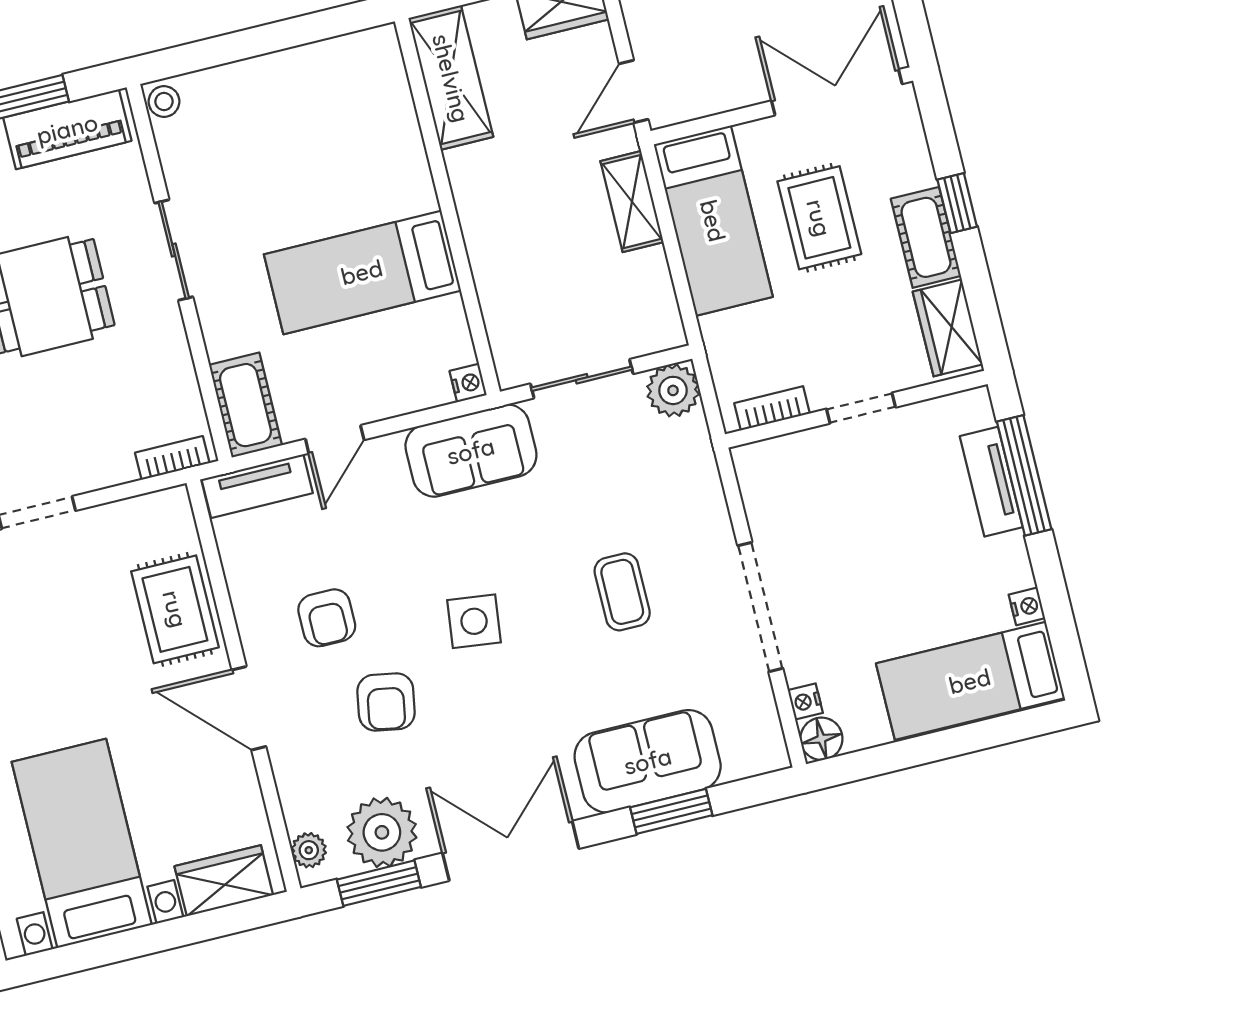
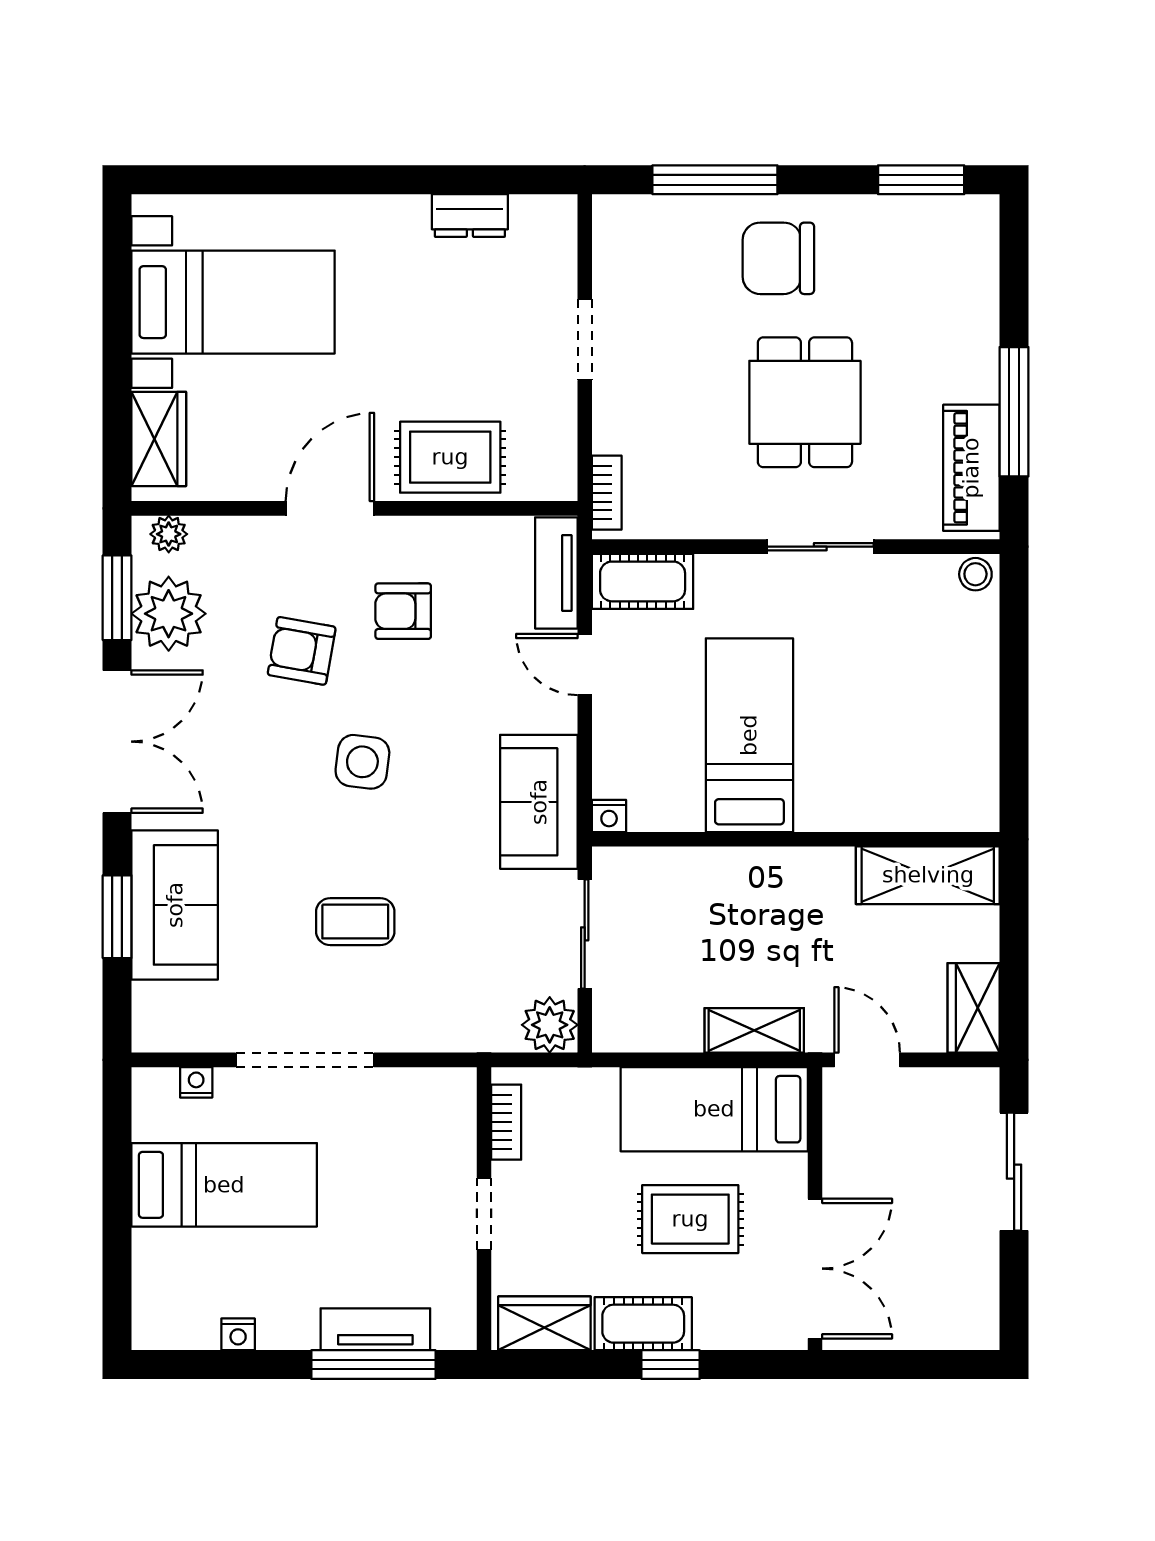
bed: (970, 681) -> (224, 1185), moved, turned 90
floor lamp: (821, 739) -> (154, 1090), removed

